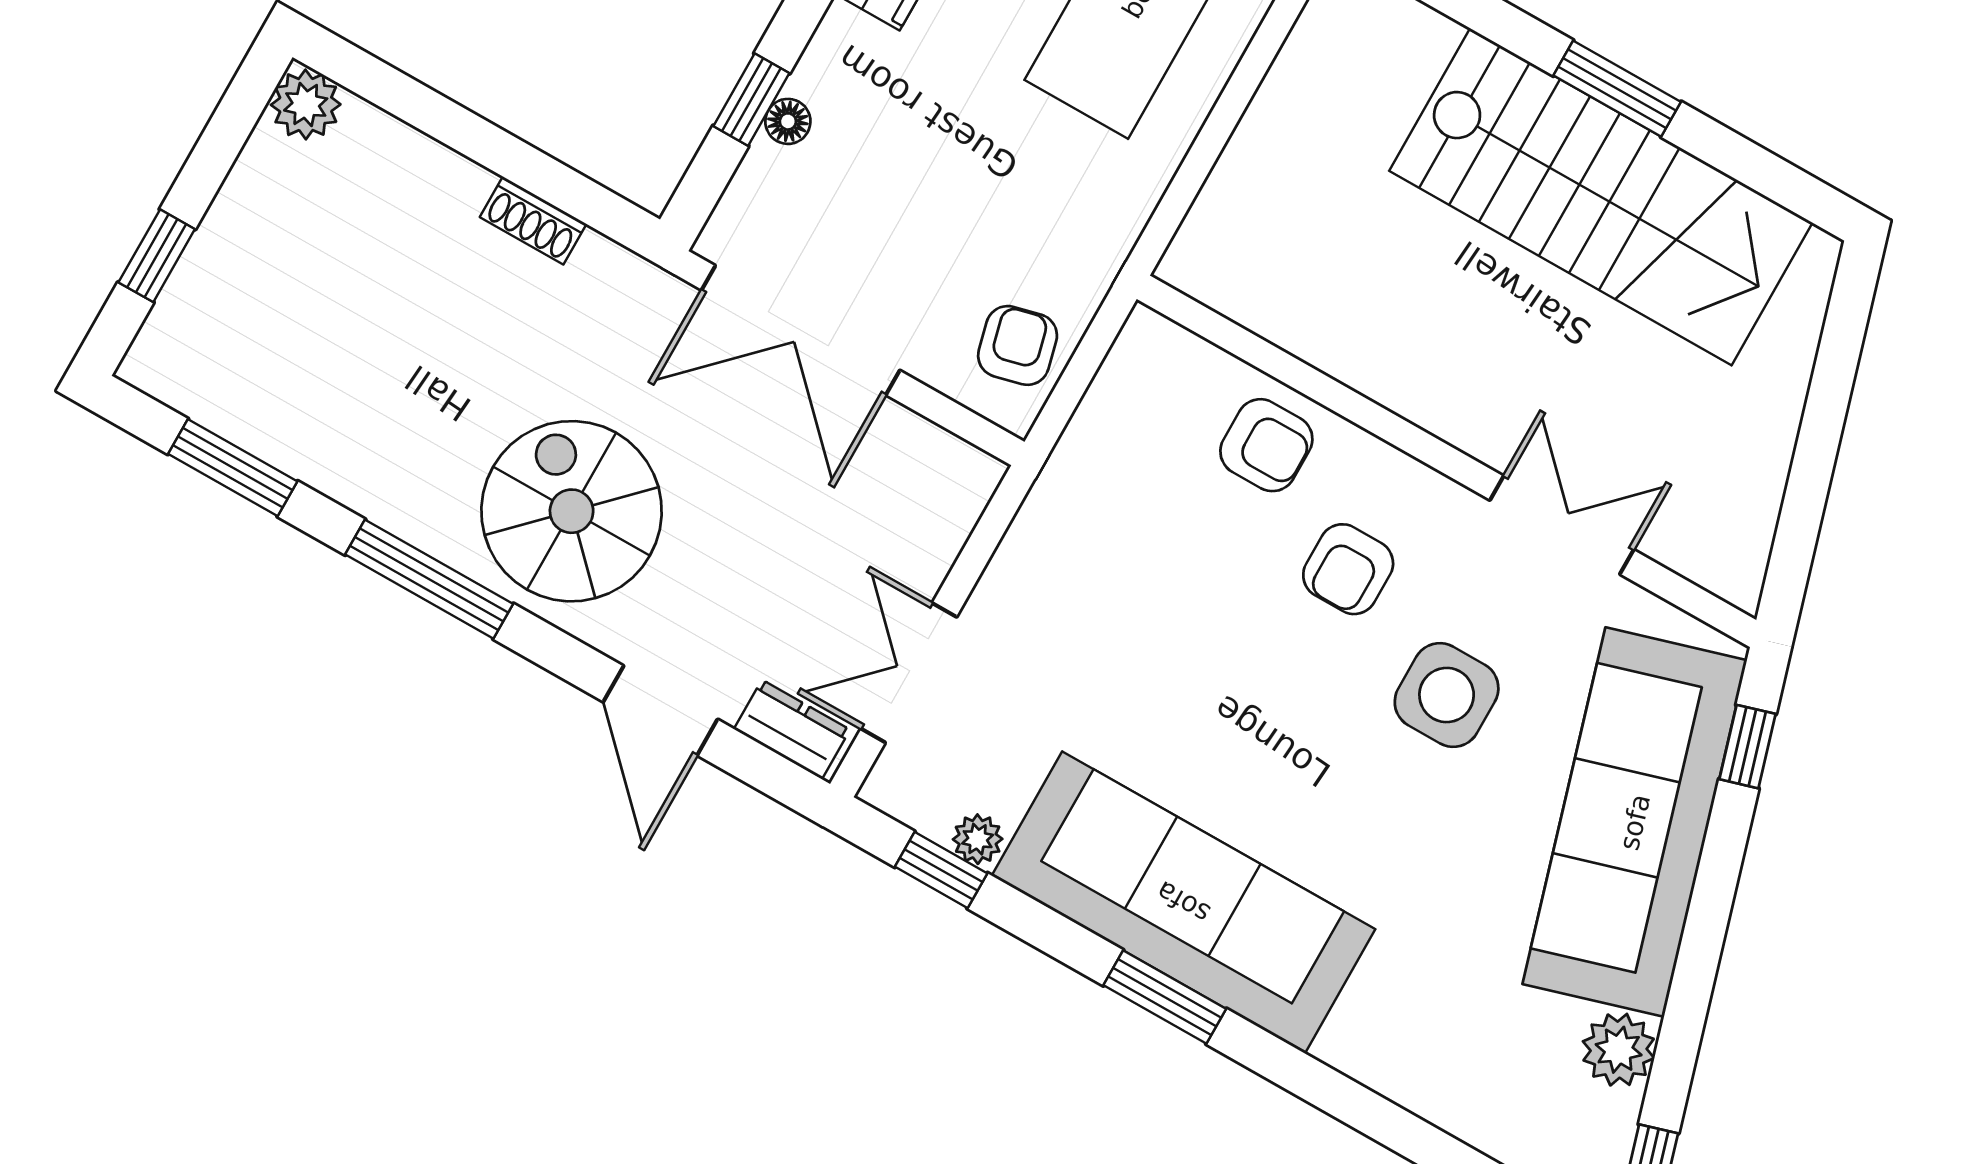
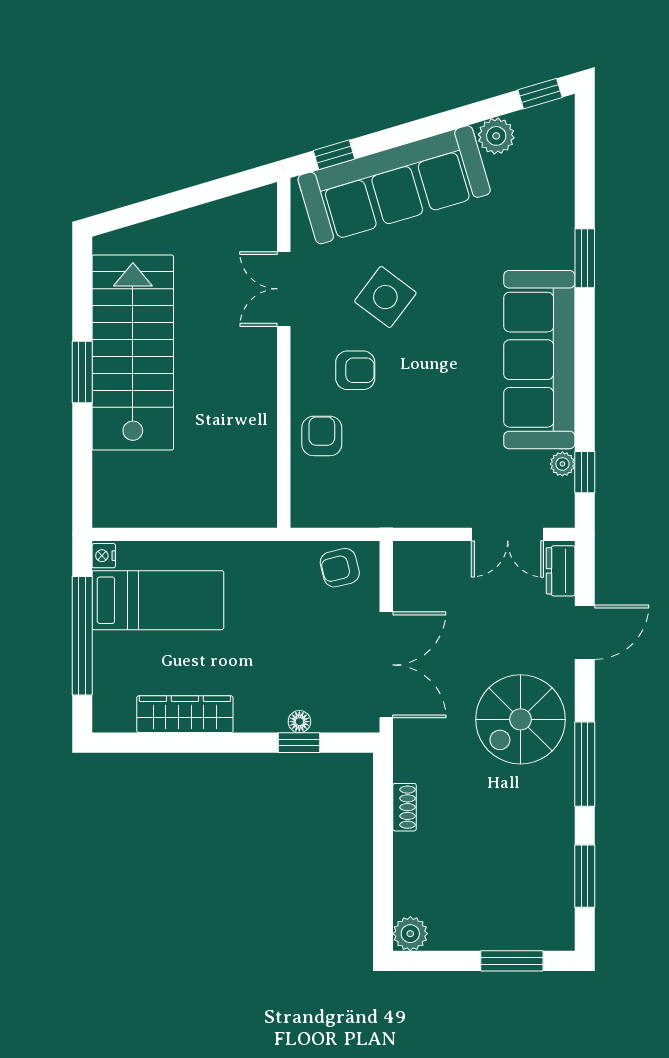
window: (157, 256) -> (512, 961), width x1.50
side table: (1447, 695) -> (385, 297), turned 37
window: (1165, 997) -> (585, 258), moved

